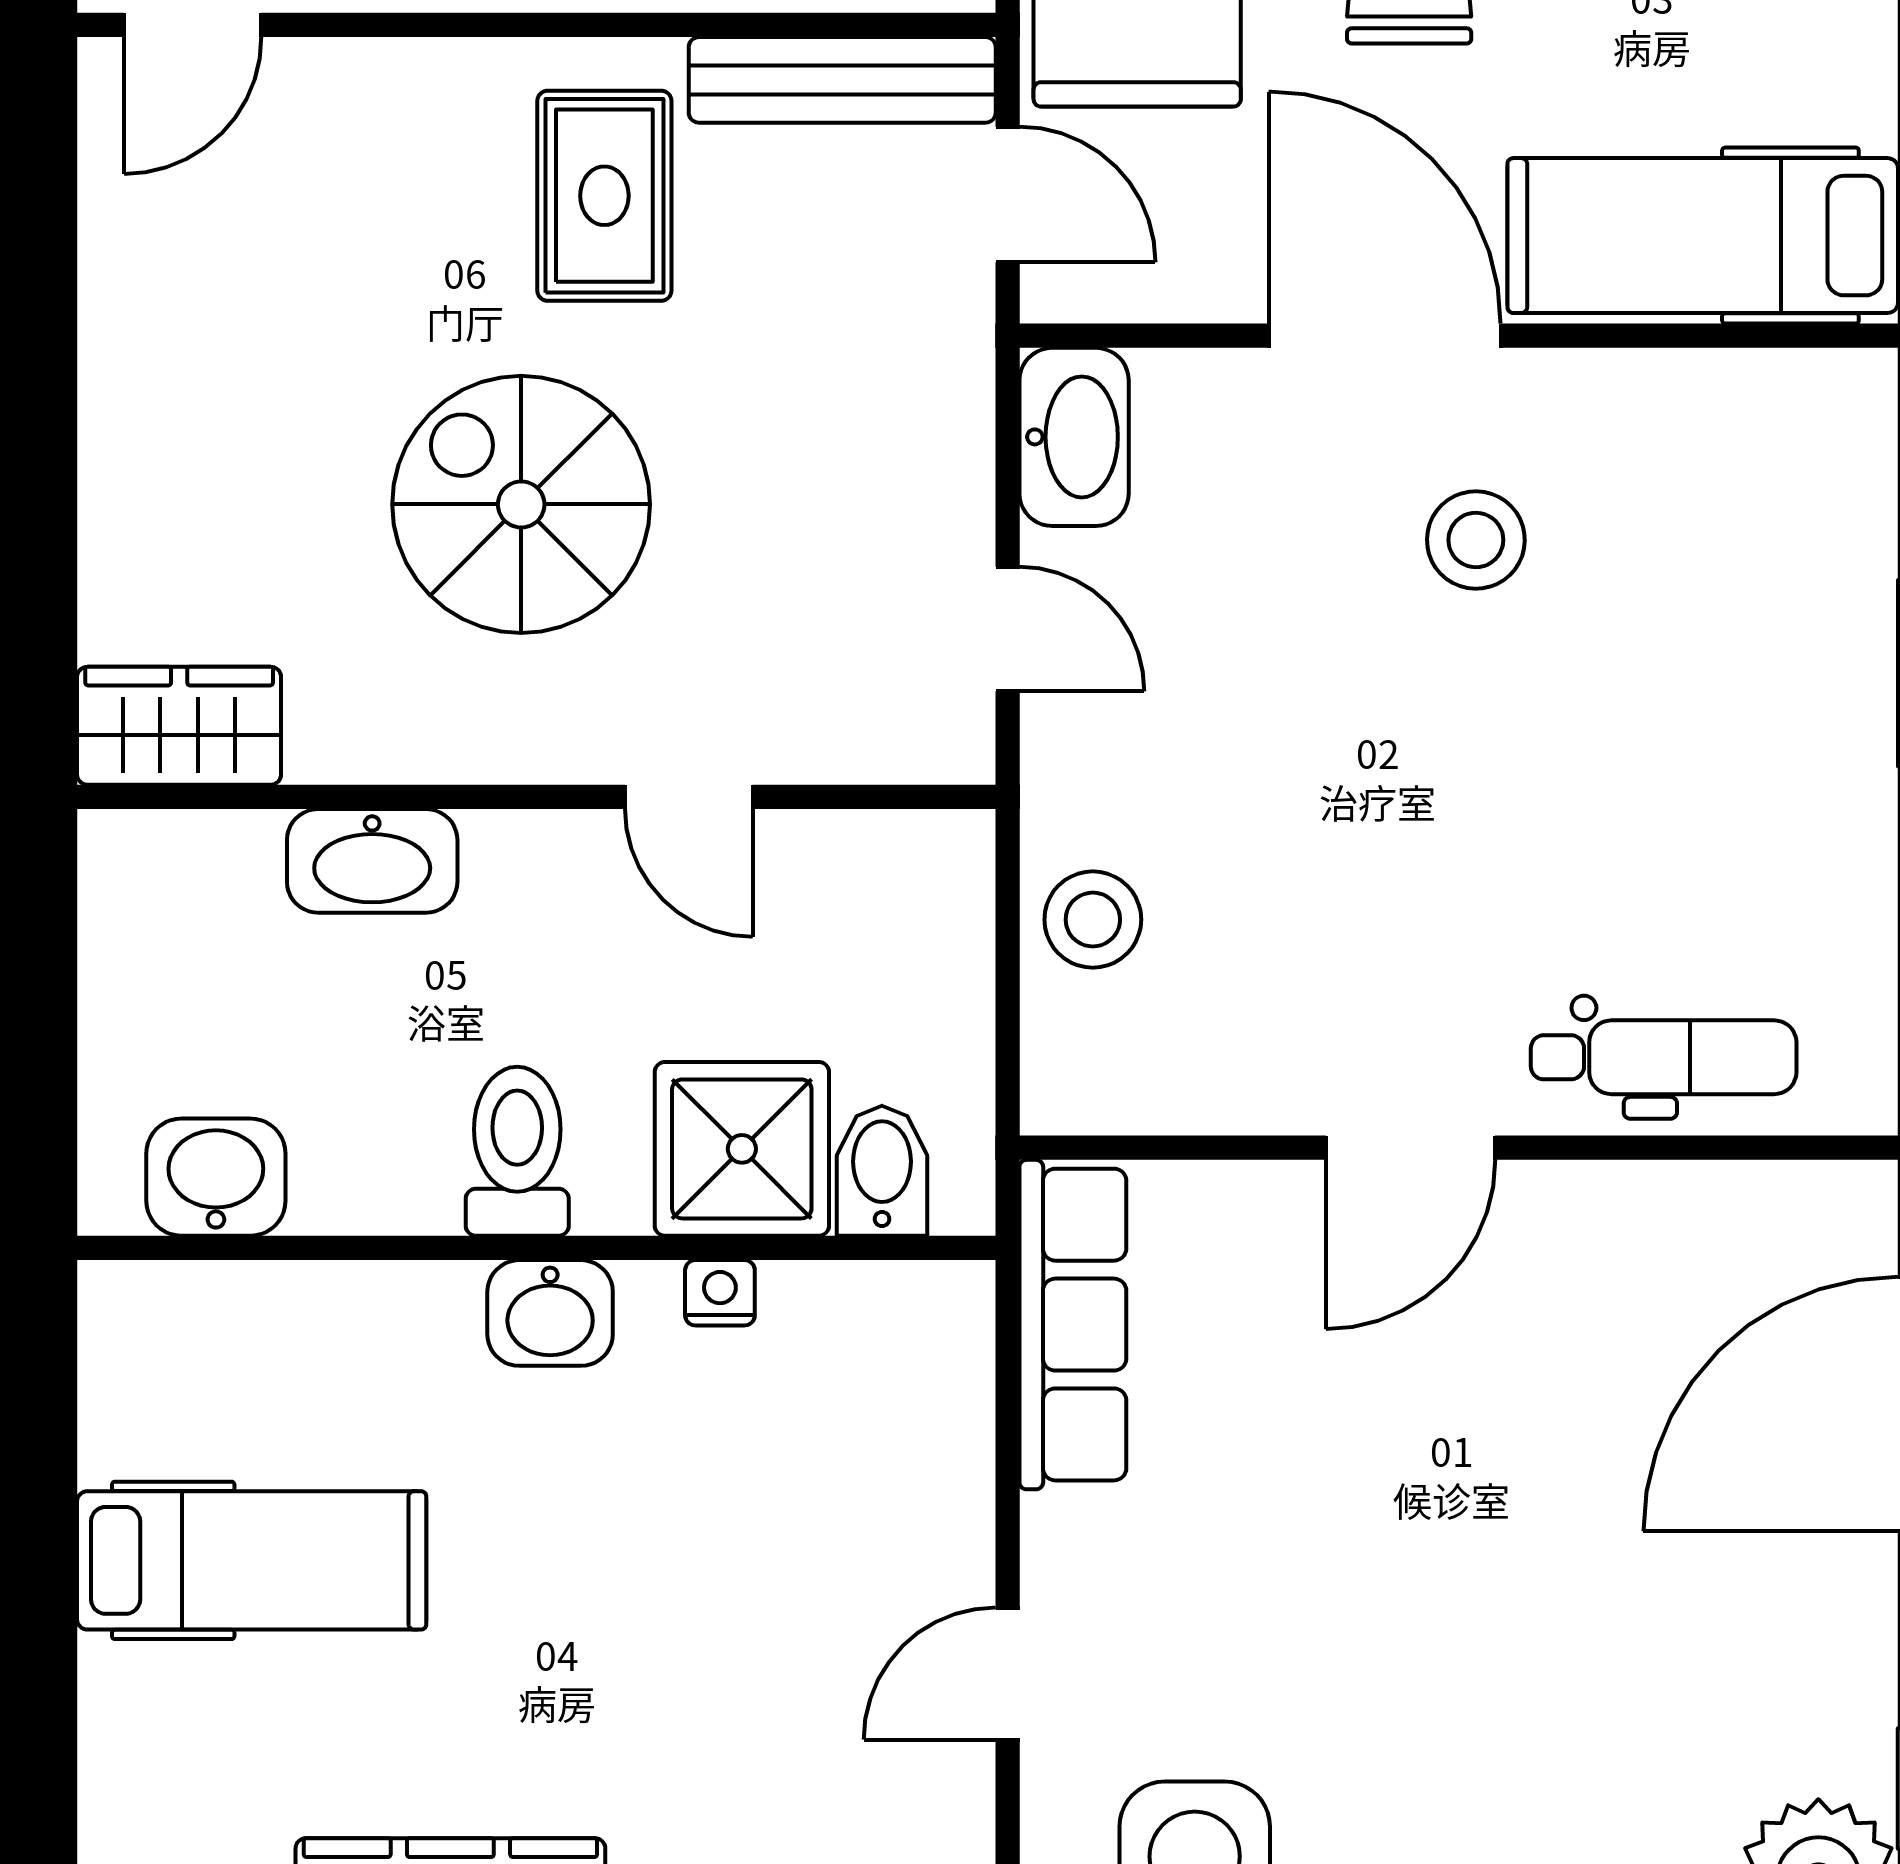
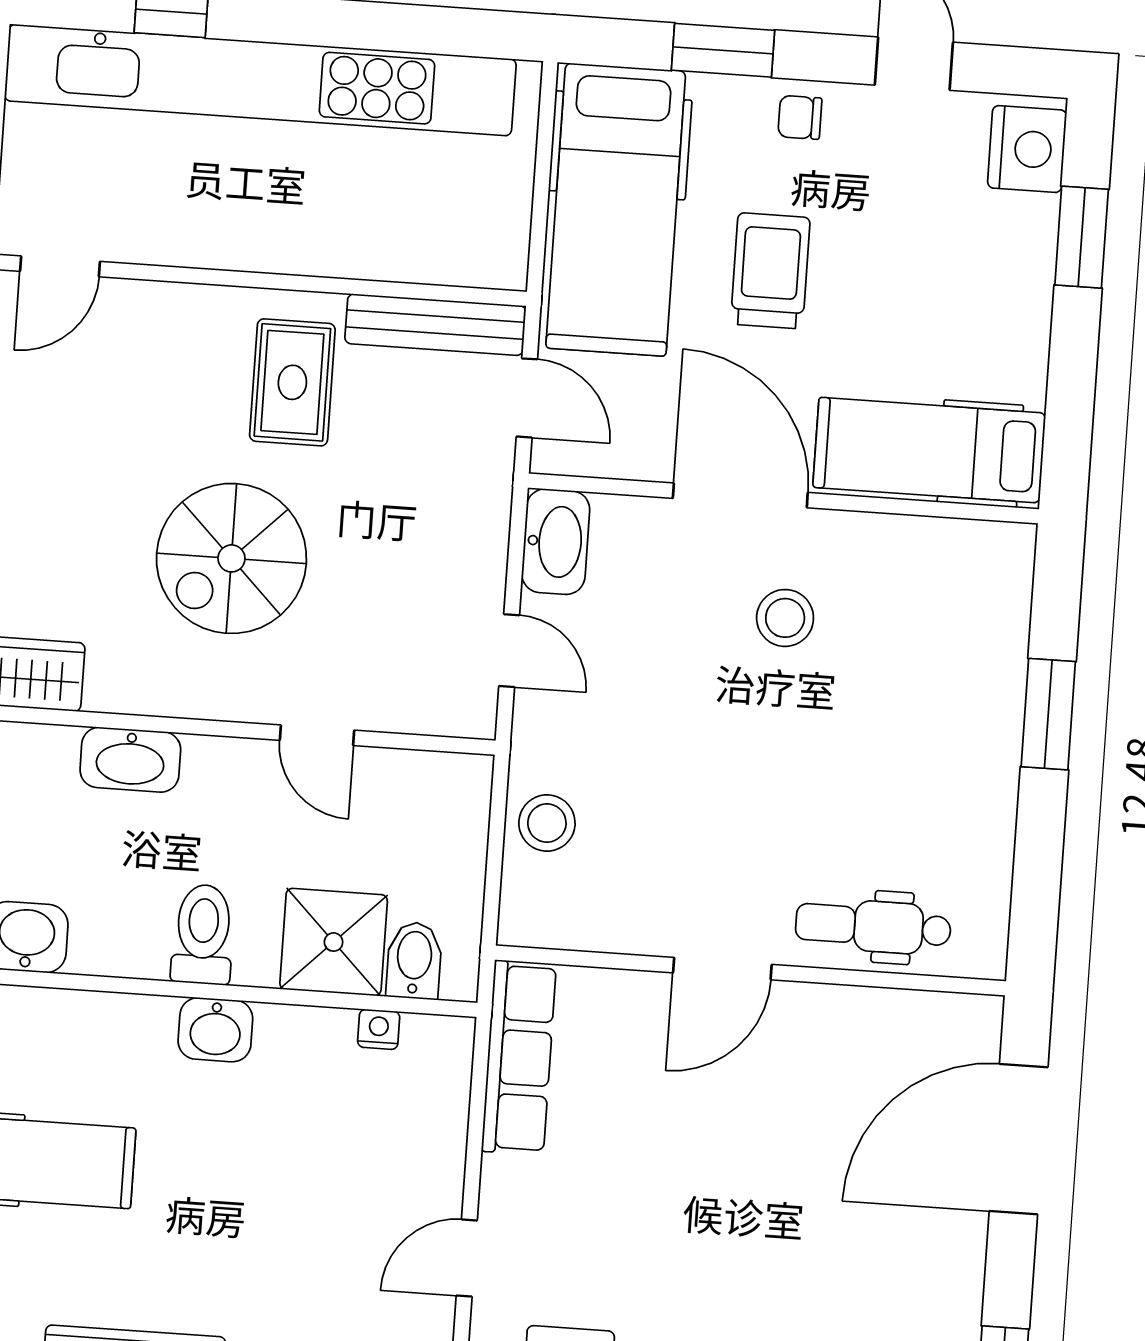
spiral stairs: (521, 504) -> (231, 558), turned -90
dental chair: (1664, 1057) -> (873, 926), turned 180
nightstand: (720, 1293) -> (379, 1029), moved

